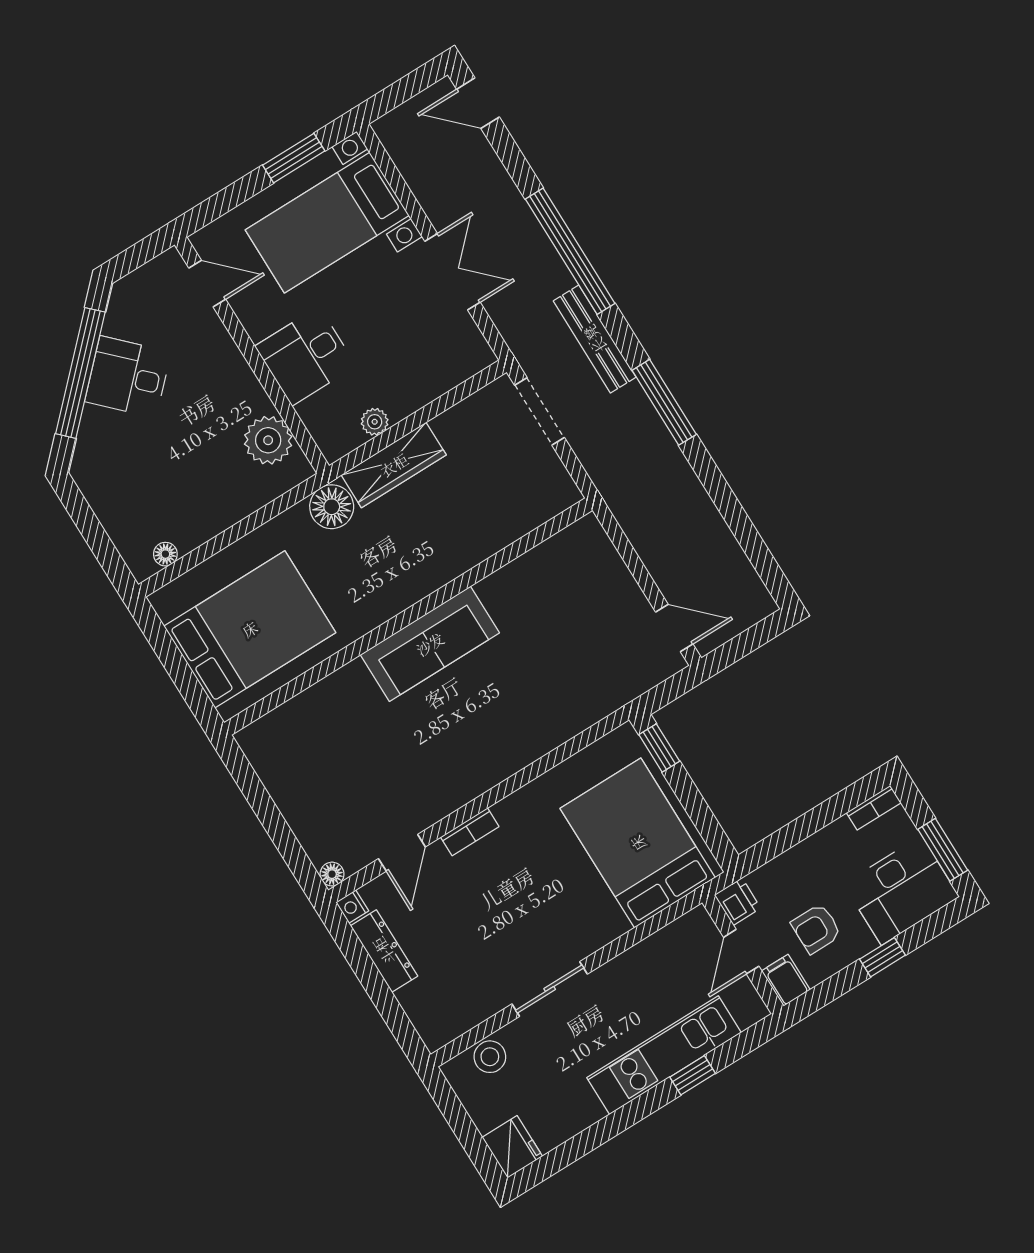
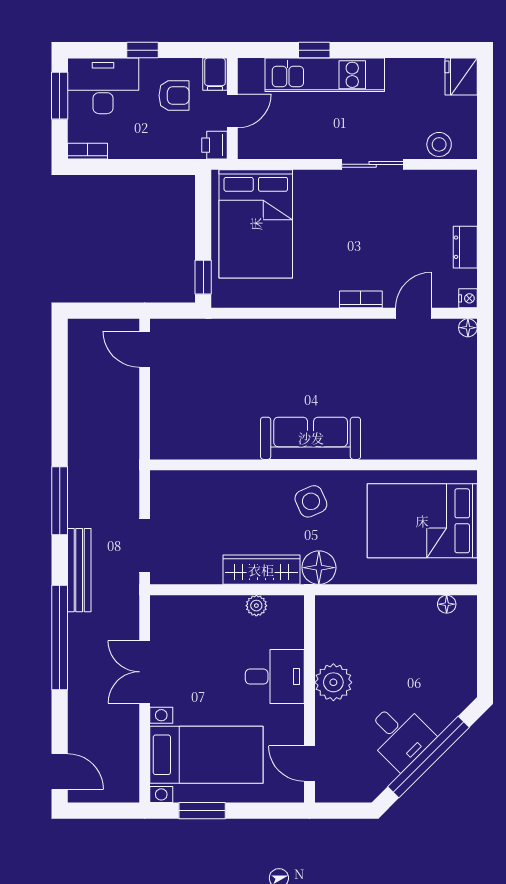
plant: (268, 440) -> (333, 682), moved
side table: (386, 574) -> (311, 501), added
dresser: (384, 951) -> (465, 247), width x0.70

